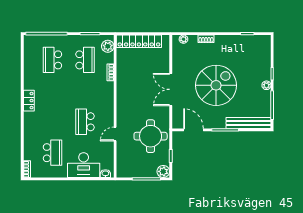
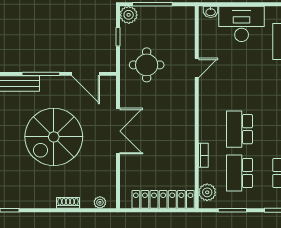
school desk: (85, 122) -> (240, 129), moved, turned 180
round table: (151, 136) -> (147, 65), width x0.73, depth x0.73

